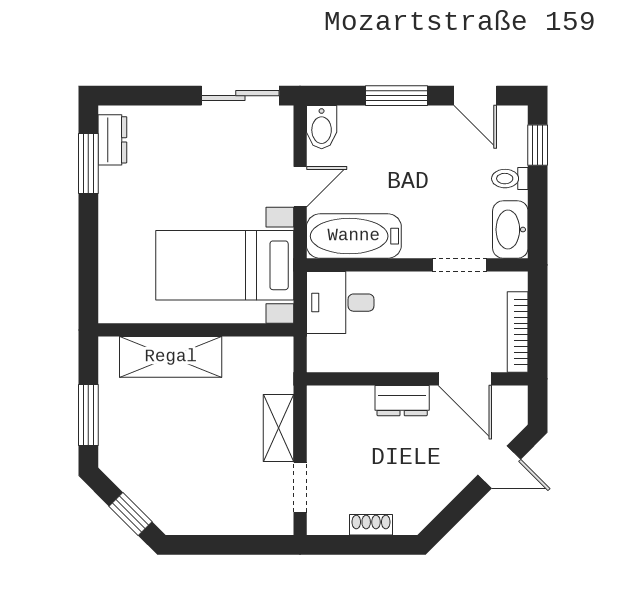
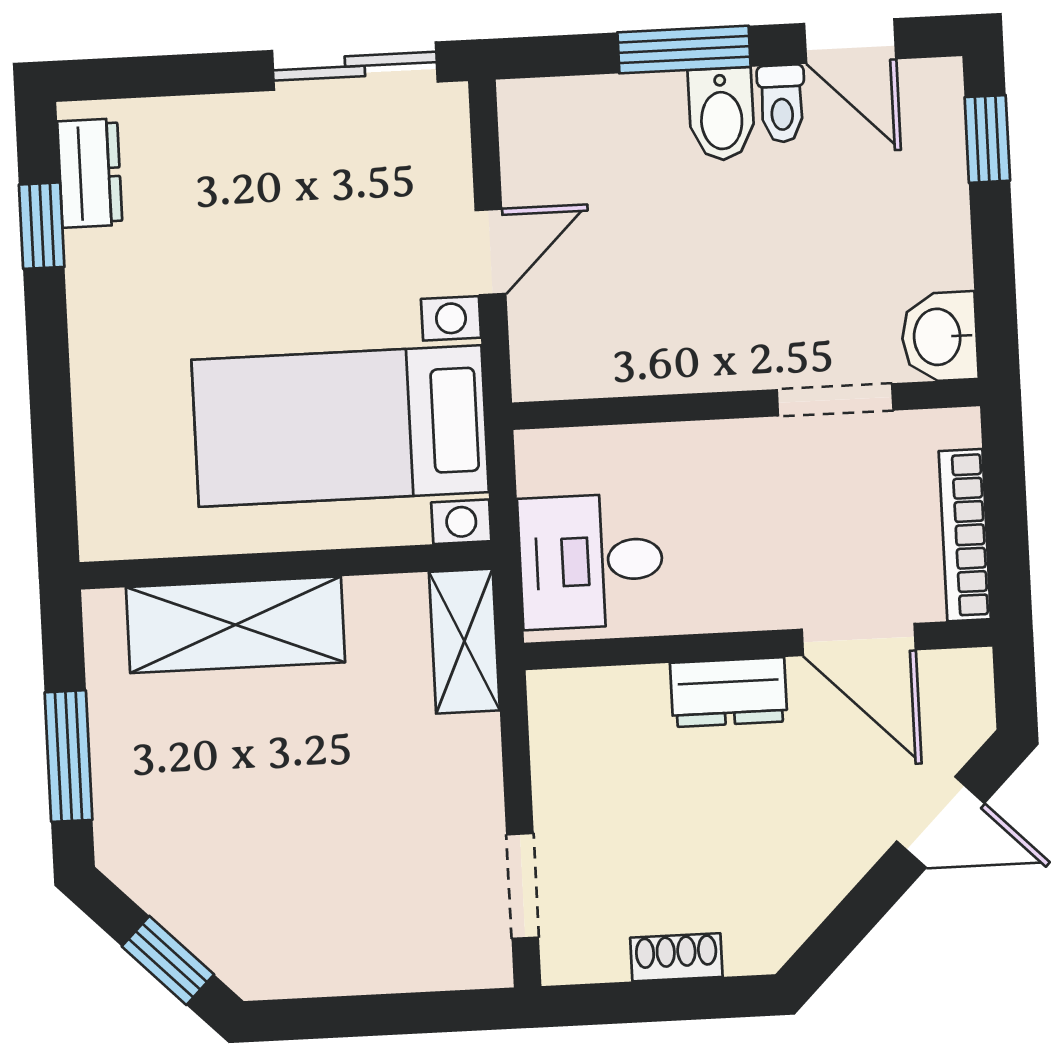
bidet: (322, 127) -> (721, 114), moved
window: (88, 164) -> (42, 226), width x0.67
toilet: (510, 179) -> (782, 104), moved, turned -90
washbasin: (510, 230) -> (939, 337), width x0.72
bathtub: (354, 236) -> (609, 350), removed
desk: (340, 303) -> (591, 561), moved
shelving: (278, 428) -> (464, 641), moved

